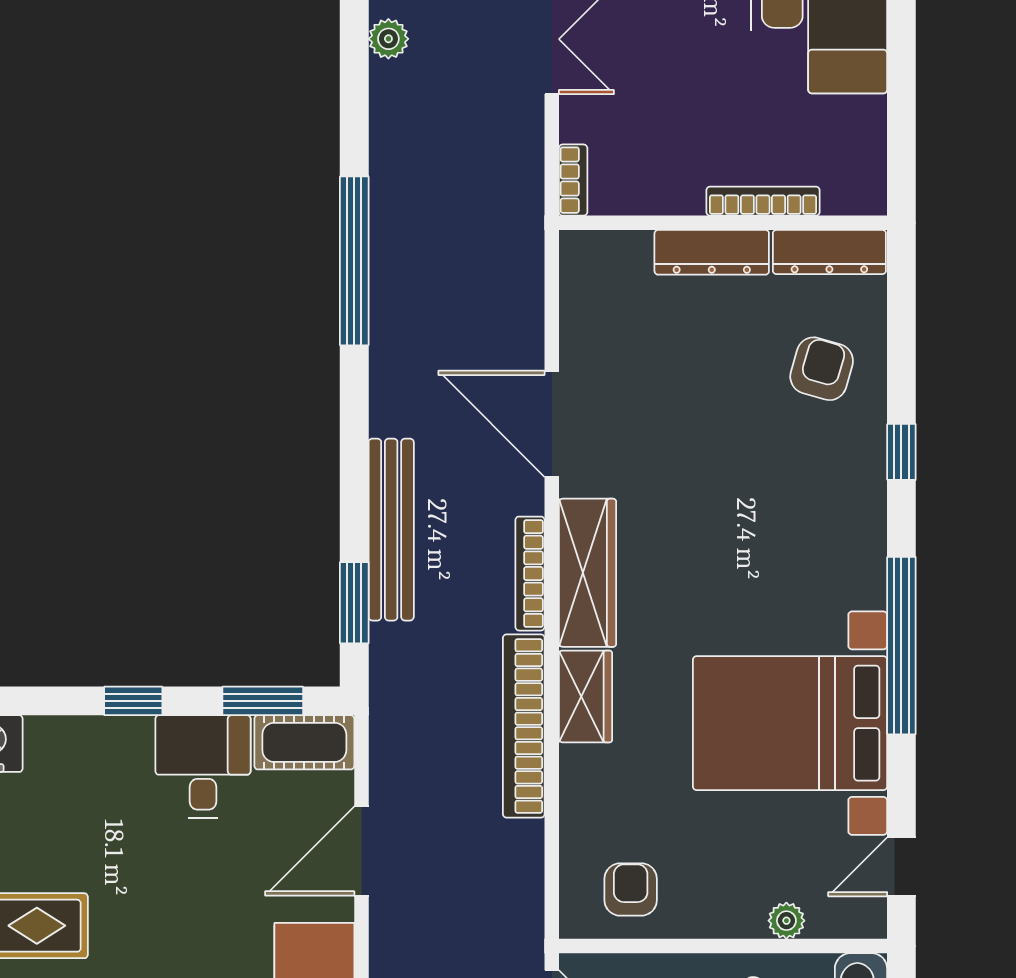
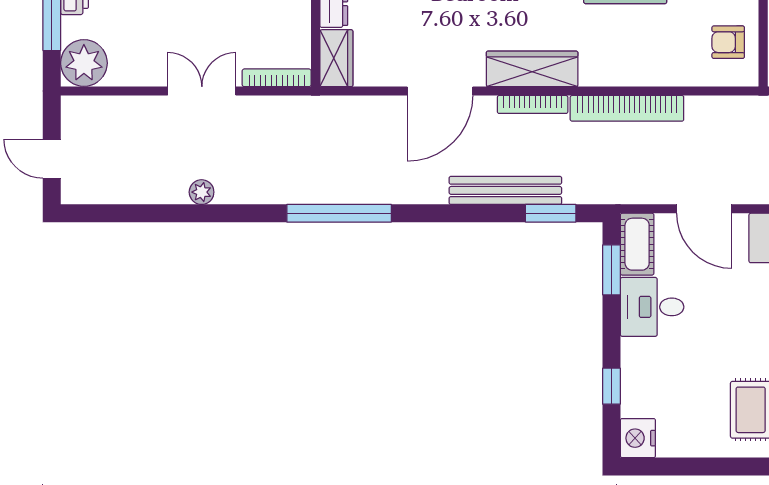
bookcase: (573, 180) -> (277, 78), width x1.56
wardrobe: (585, 696) -> (336, 58), moved, turned 90
window: (133, 701) -> (611, 386), moved

